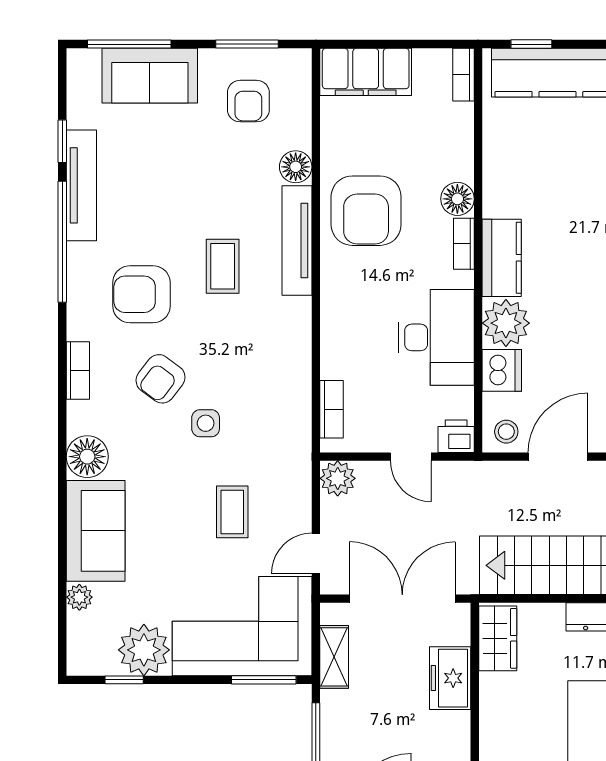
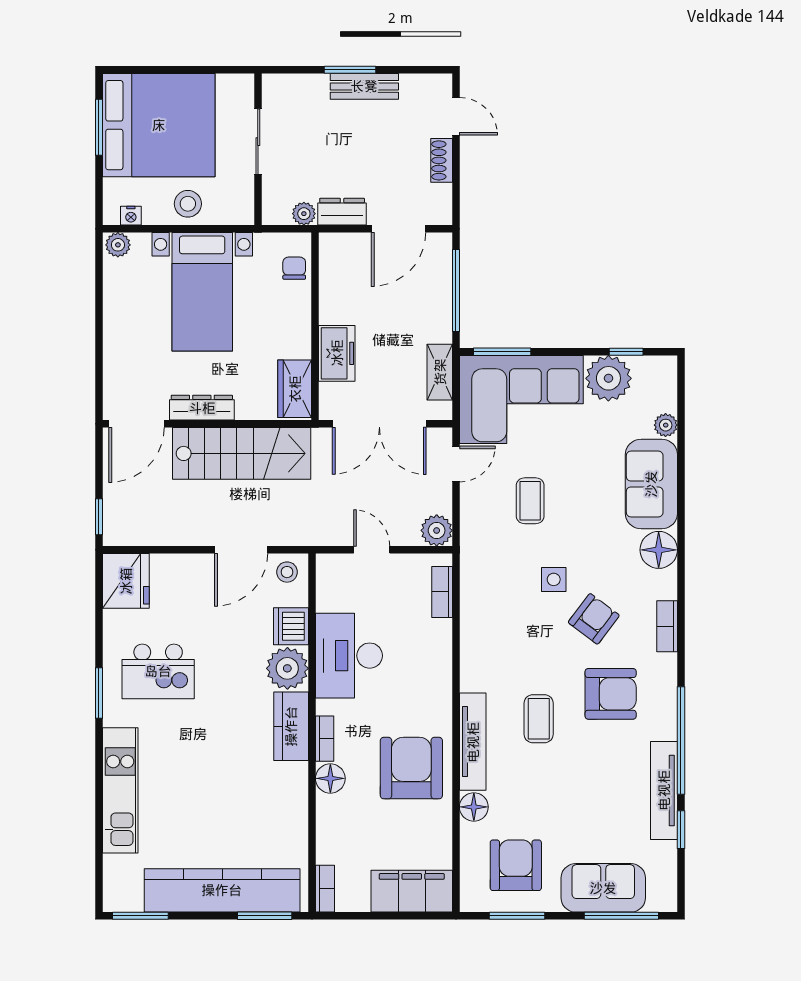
window: (531, 44) -> (265, 916), width x1.50
armchair: (248, 101) -> (516, 865), width x1.38, depth x1.38
printer: (456, 436) -> (332, 568), removed

